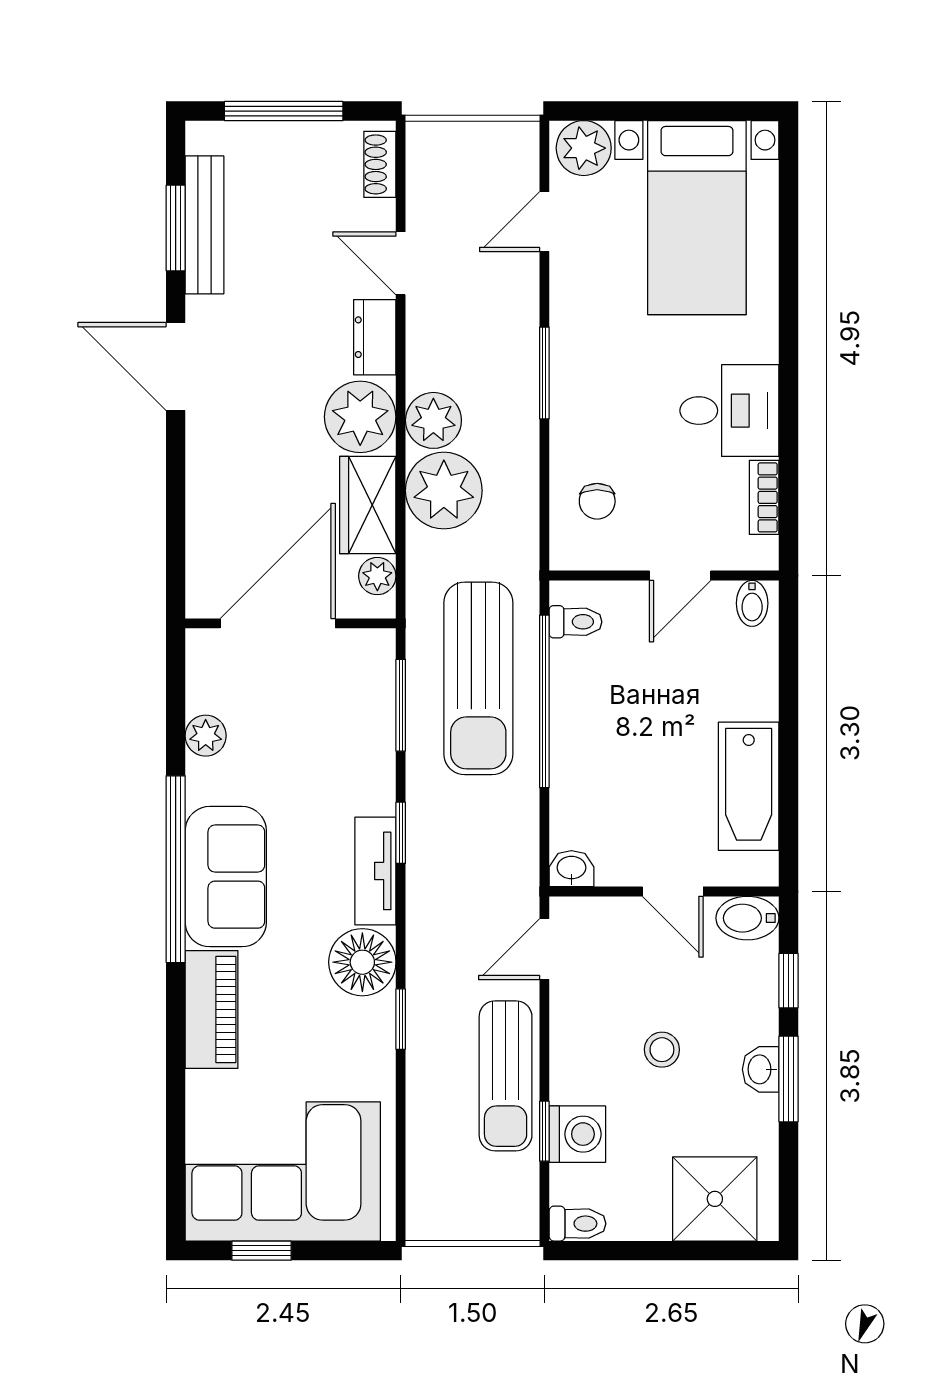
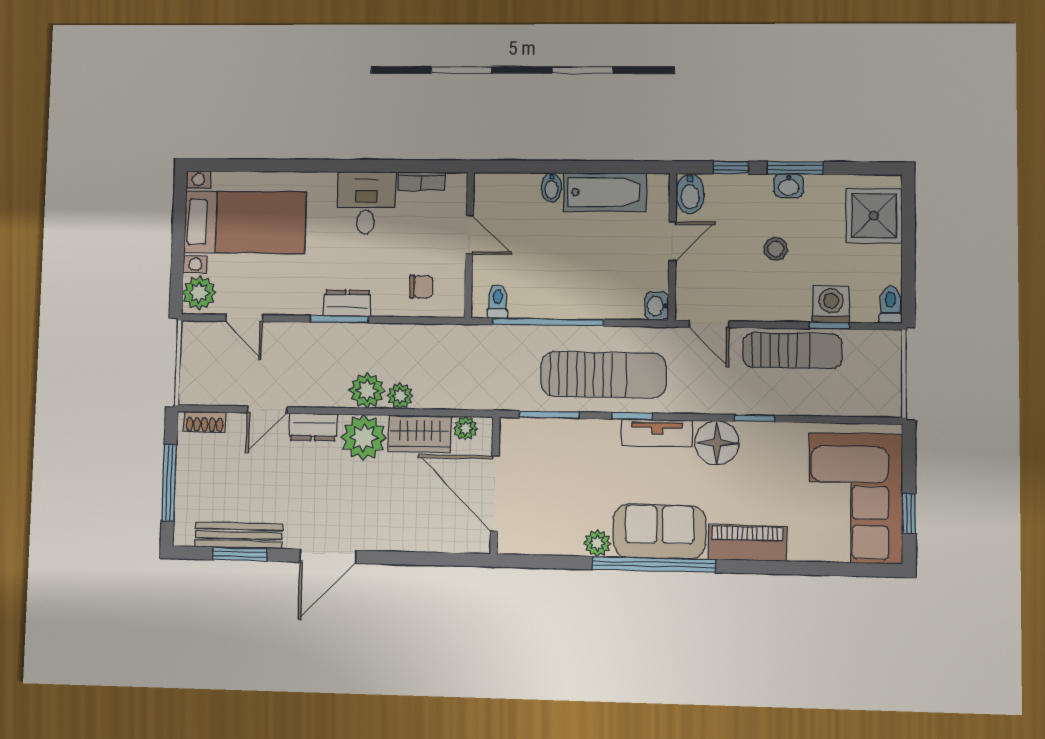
dresser: (570, 385) -> (347, 303), added
plant: (444, 491) -> (400, 396), width x0.53, depth x0.53
bidet: (752, 603) -> (551, 187), moved, turned 90
sun lounger: (478, 678) -> (603, 375), moved
plant: (206, 736) -> (597, 543), moved

